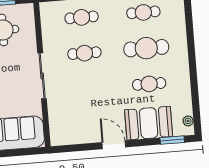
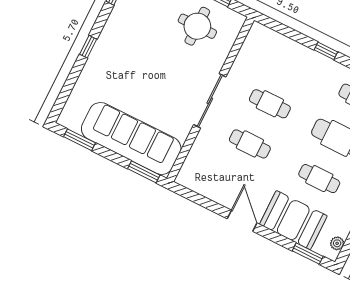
cafe table: (82, 17) -> (250, 144), moved
window: (26, 152) -> (144, 172), added

